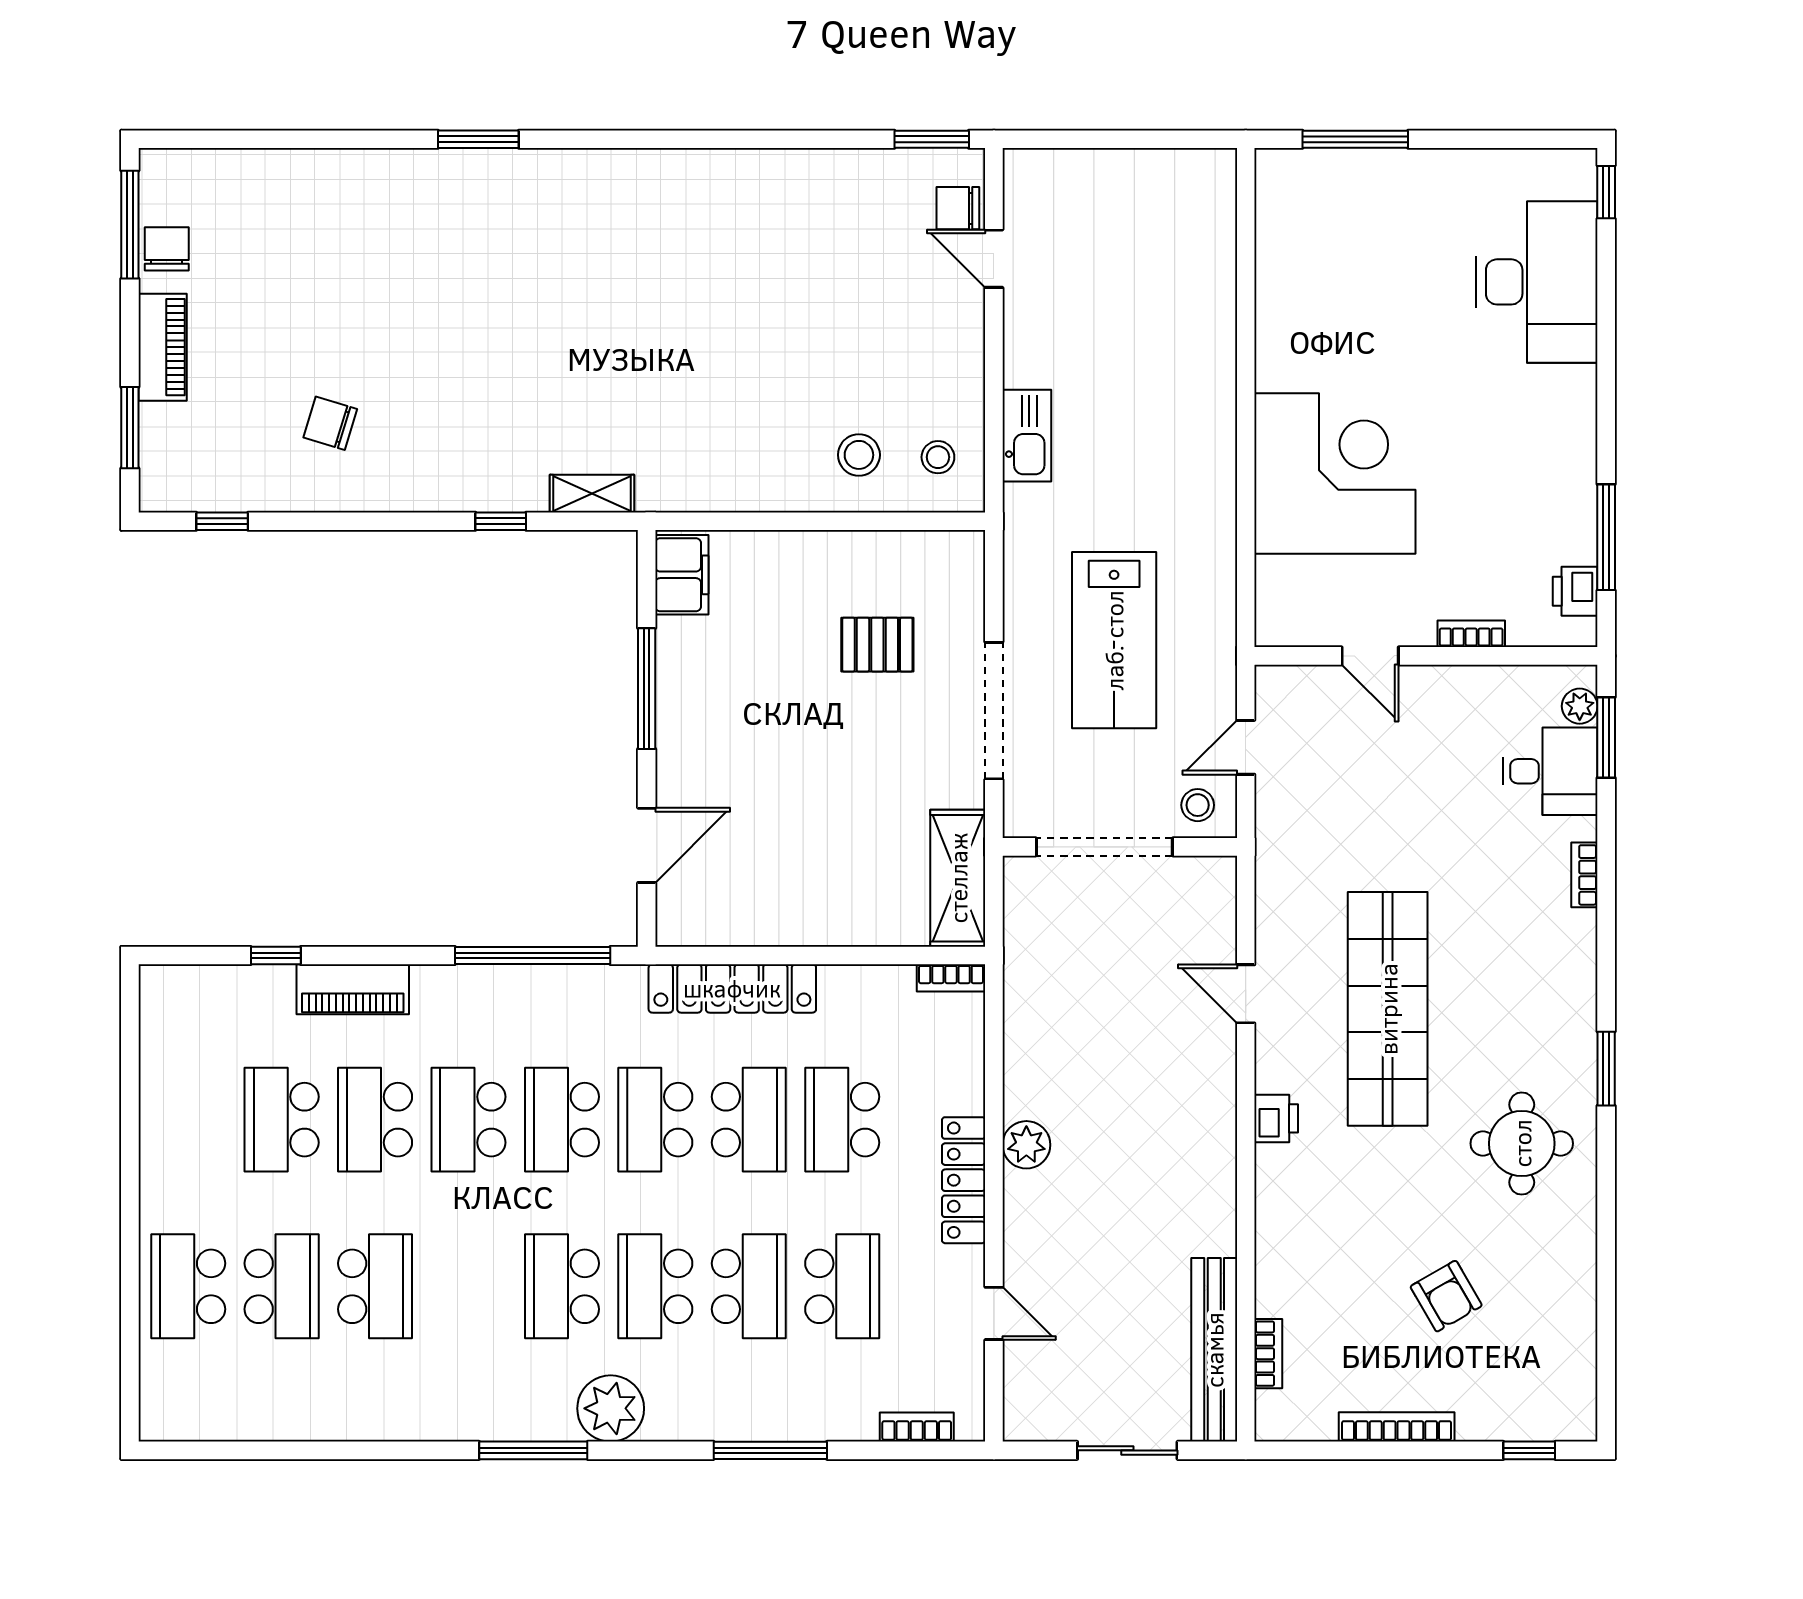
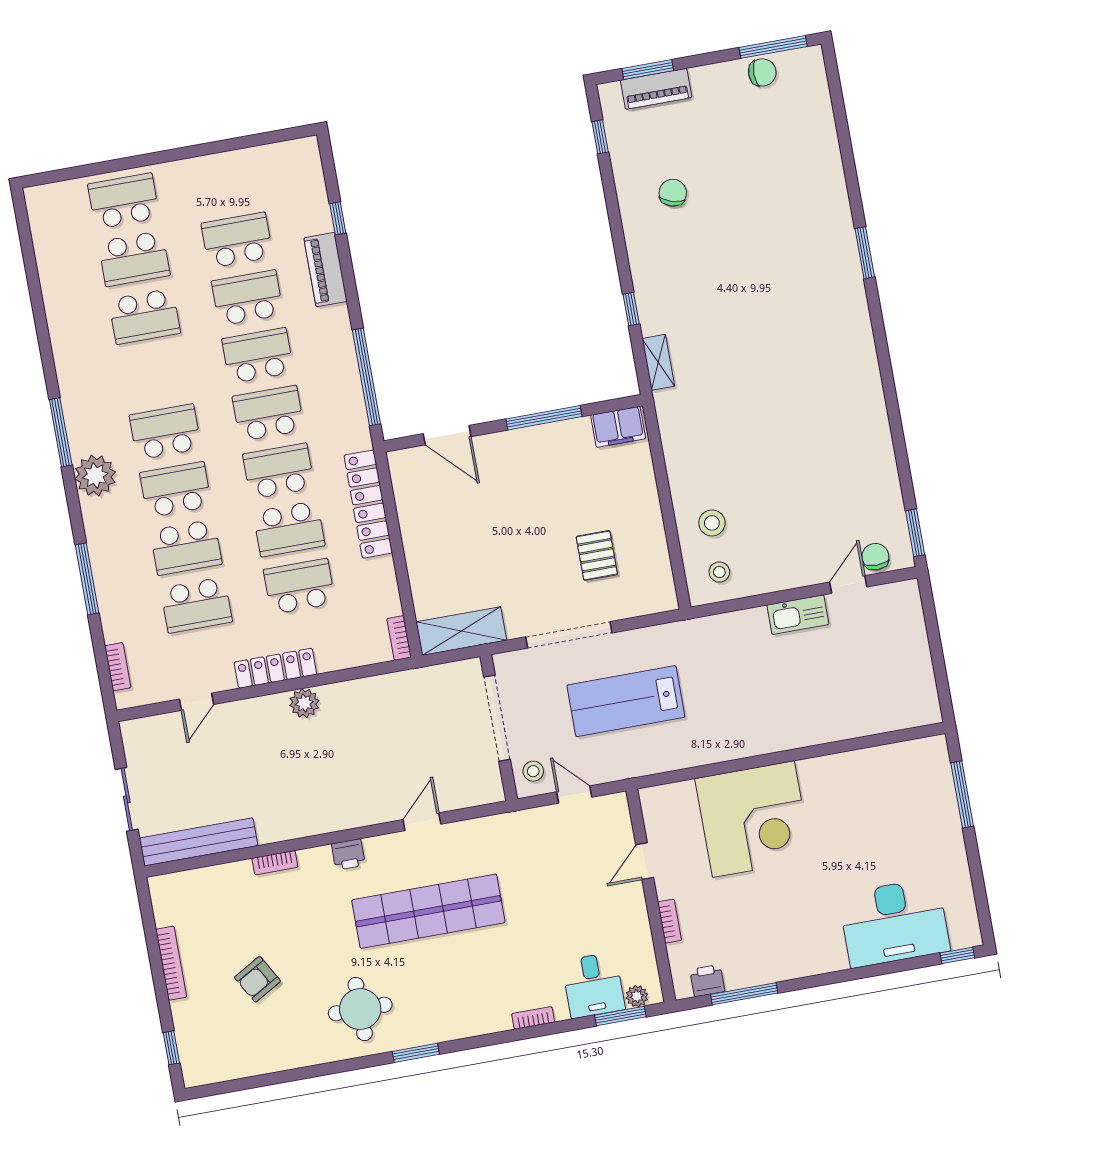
piano: (163, 347) -> (656, 89), moved
kitchen sink: (1027, 436) -> (798, 615), moved
bookcase: (1268, 1354) -> (275, 863), moved

